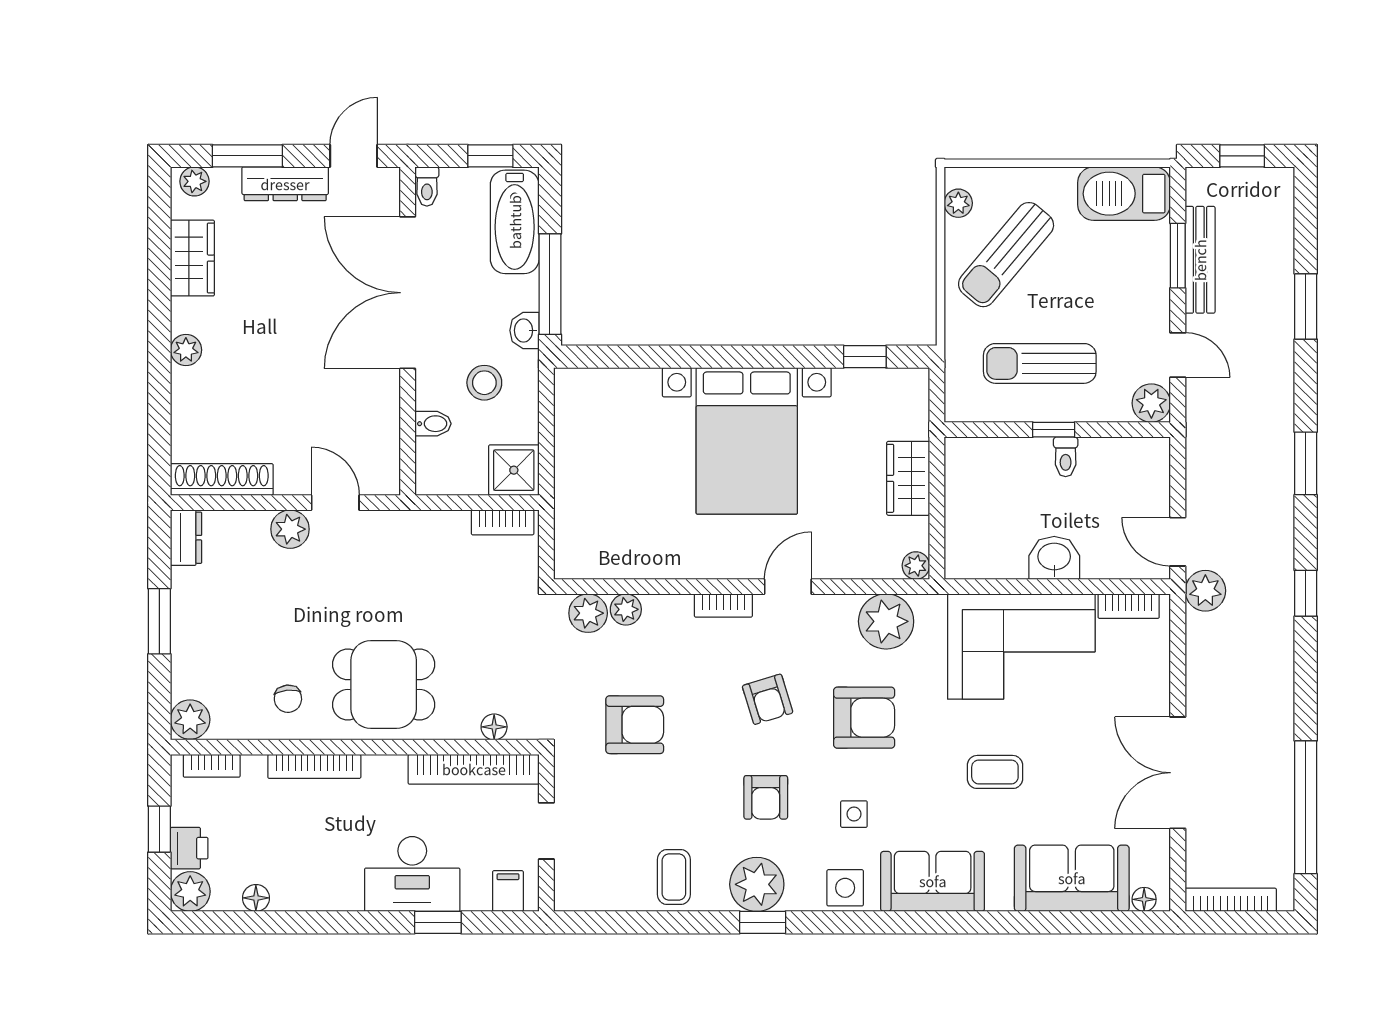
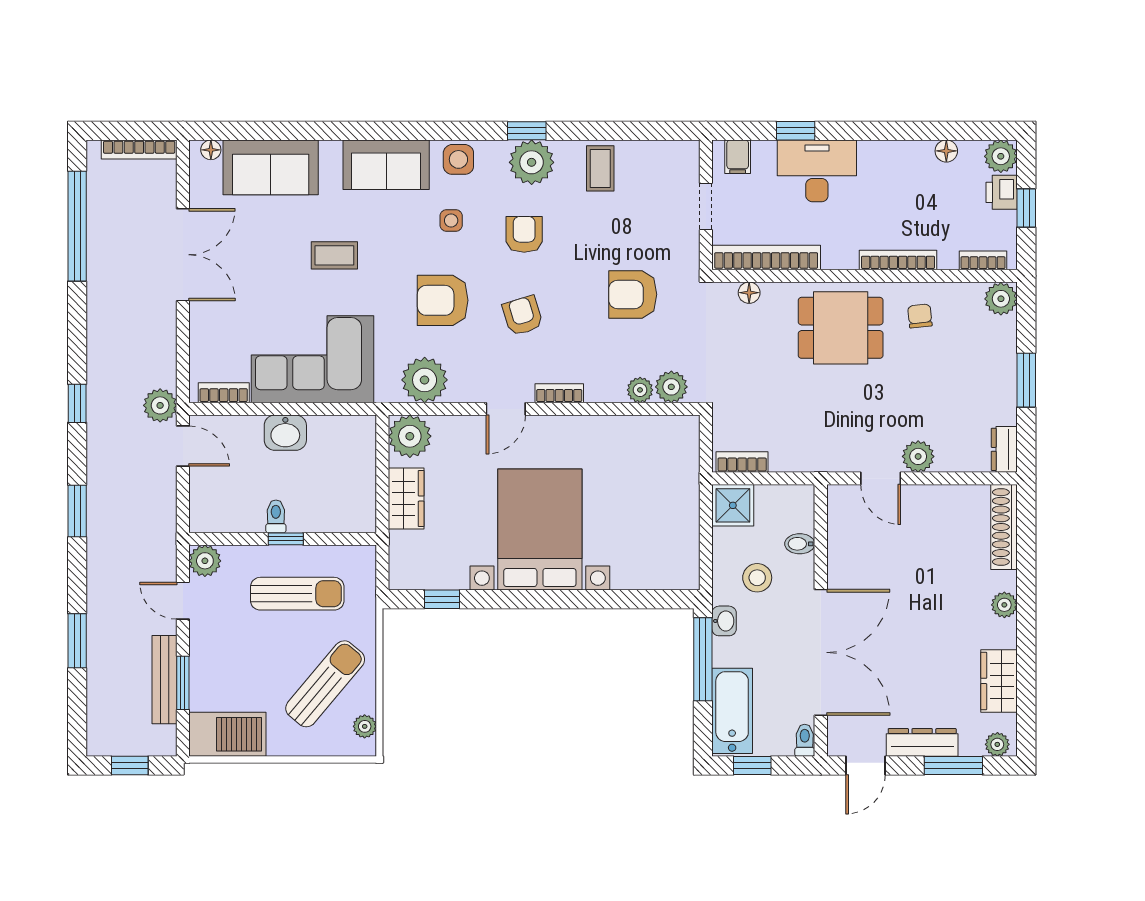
shoe rack: (222, 479) -> (1004, 527), moved, turned 90
plant: (916, 566) -> (410, 436), width x1.88, depth x1.88

